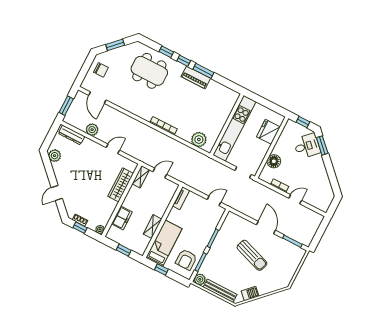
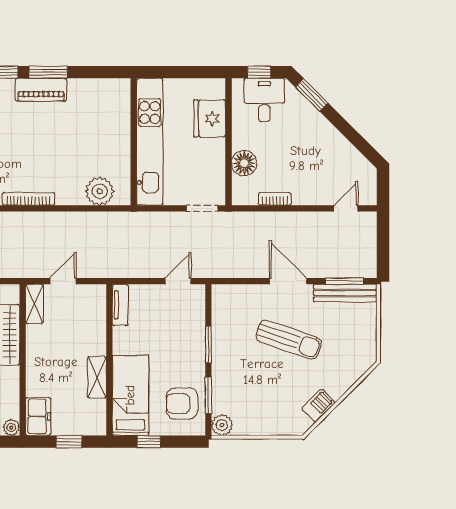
desk: (307, 146) -> (264, 100), moved, turned -45
door: (295, 199) -> (346, 208), moved
freezer: (122, 218) -> (38, 416), moved
armchair: (186, 260) -> (182, 404), turned 90
bench: (220, 291) -> (345, 293), moved

